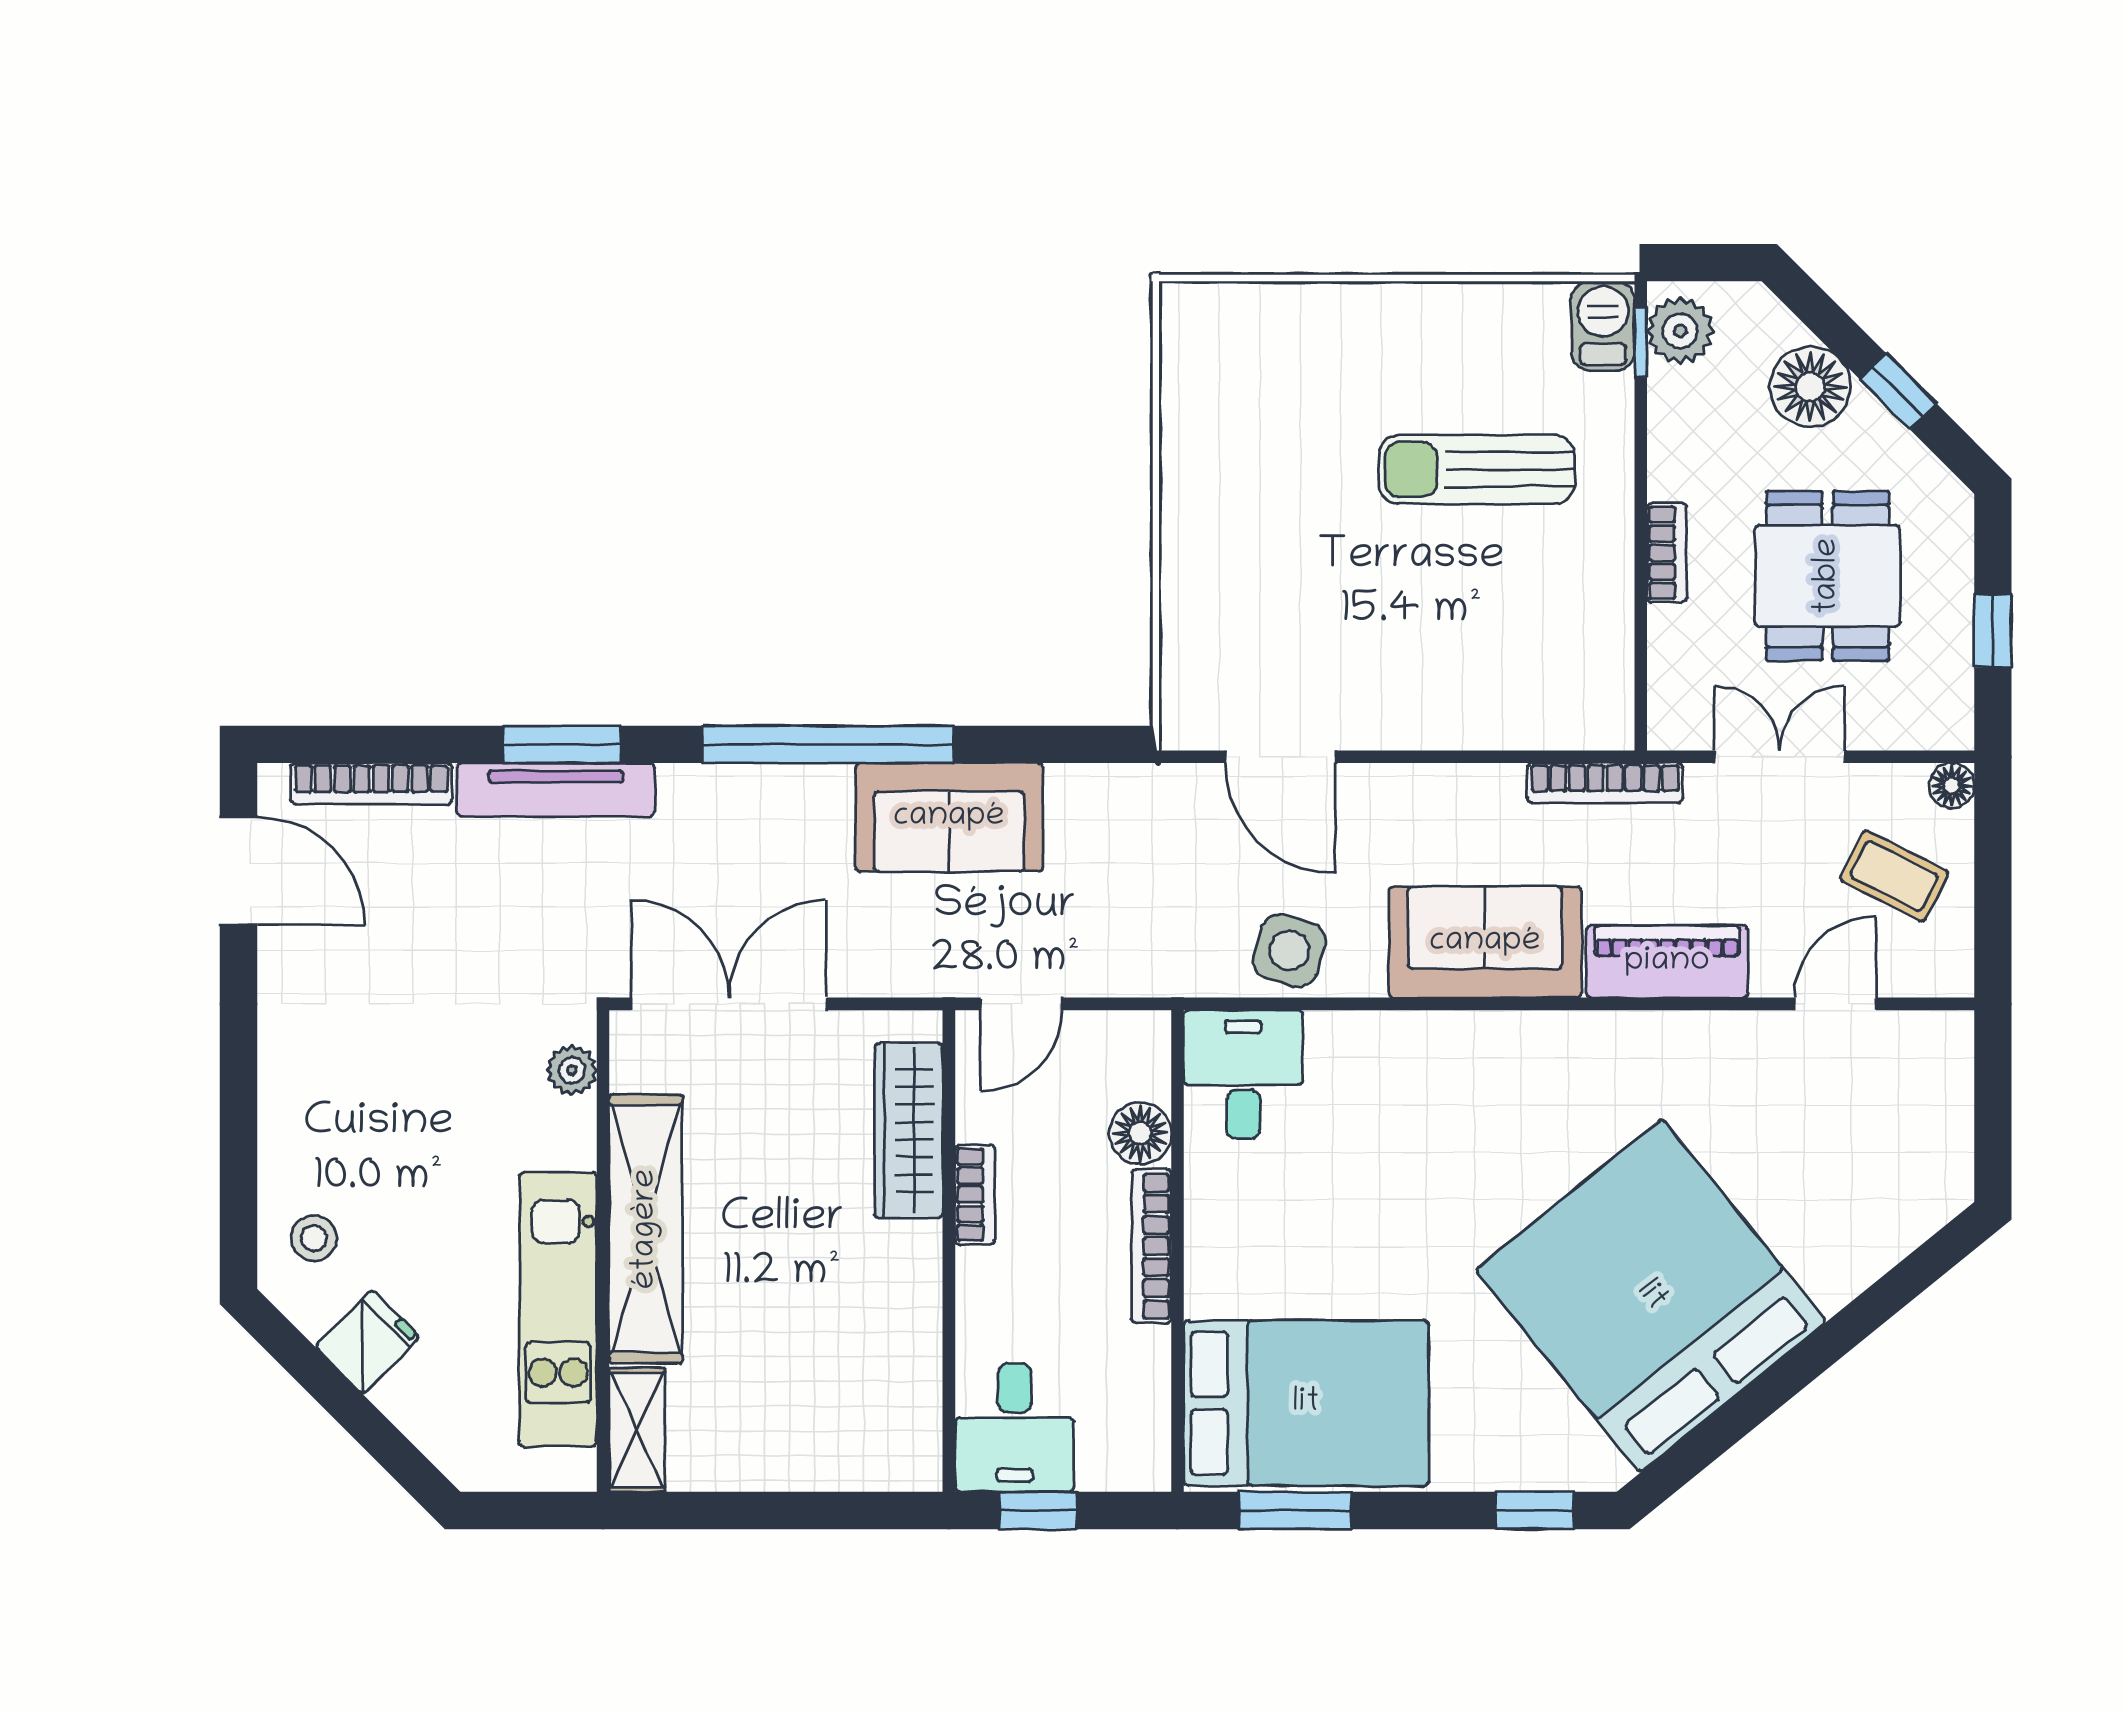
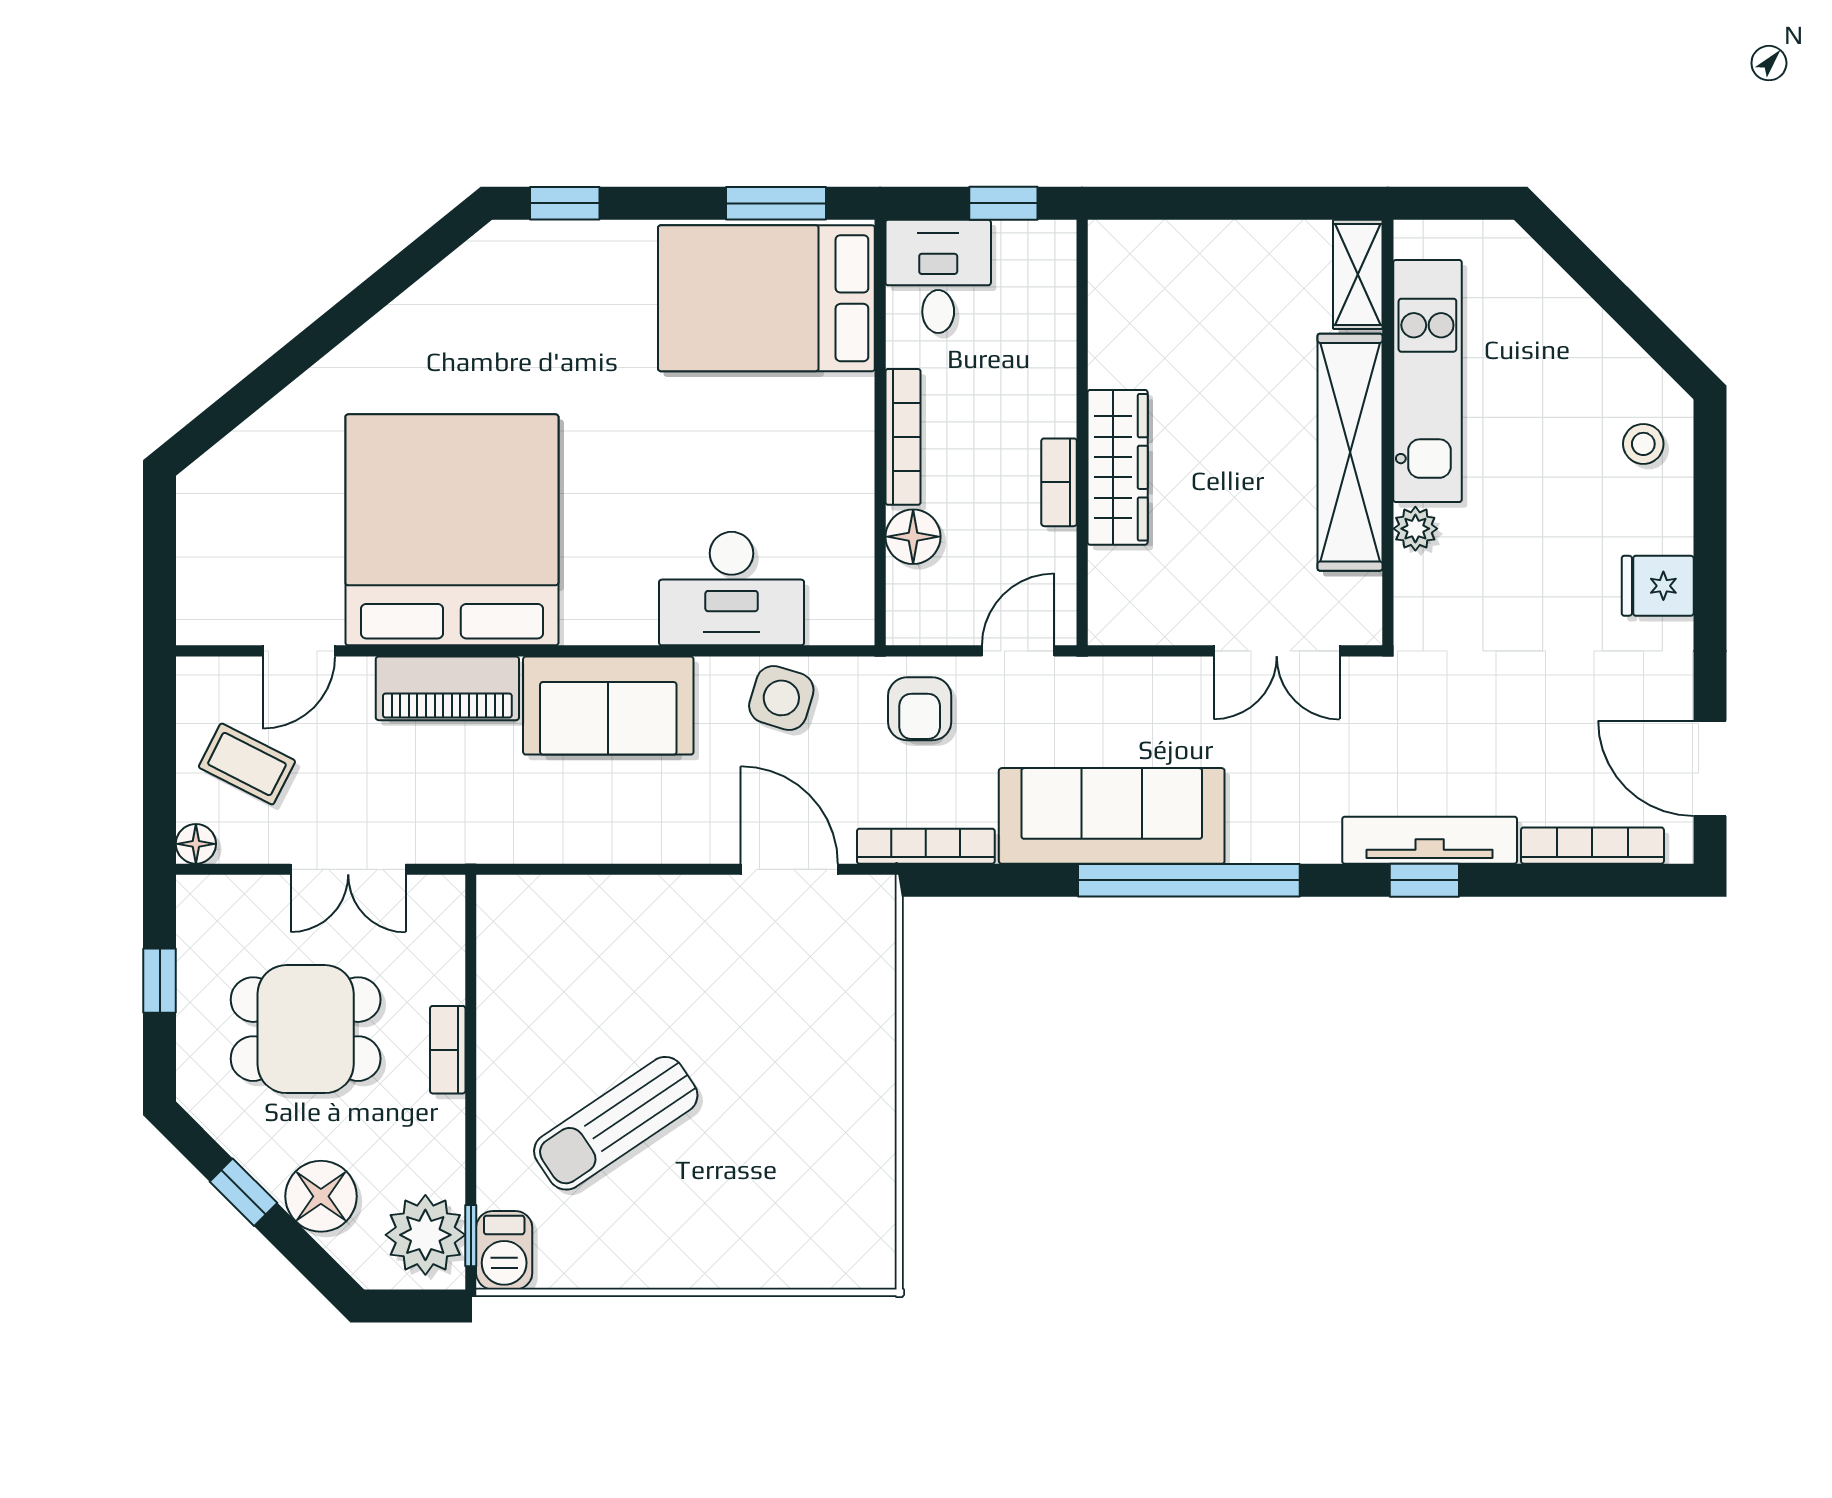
plant: (1680, 331) -> (425, 1235), width x1.36, depth x1.36
sun lounger: (1477, 469) -> (616, 1123), turned 146
dining table: (1828, 576) -> (306, 1029), turned 90
window: (562, 744) -> (1424, 880), width x0.67
bookcase: (1605, 783) -> (926, 846), moved
sofa: (949, 817) -> (1112, 816), width x1.36
armchair: (1133, 938) -> (920, 709), added
double door: (729, 1004) -> (1277, 651), width x0.73
plant: (572, 1070) -> (1415, 529), moved
desk: (1243, 1074) -> (732, 589), moved, width x1.37
wardrobe: (909, 1131) -> (1118, 467), moved
bed: (1651, 1296) -> (452, 530), moved, turned -141
fridge: (367, 1342) -> (1658, 586), moved, turned 45
desk: (1015, 1428) -> (938, 276), moved

